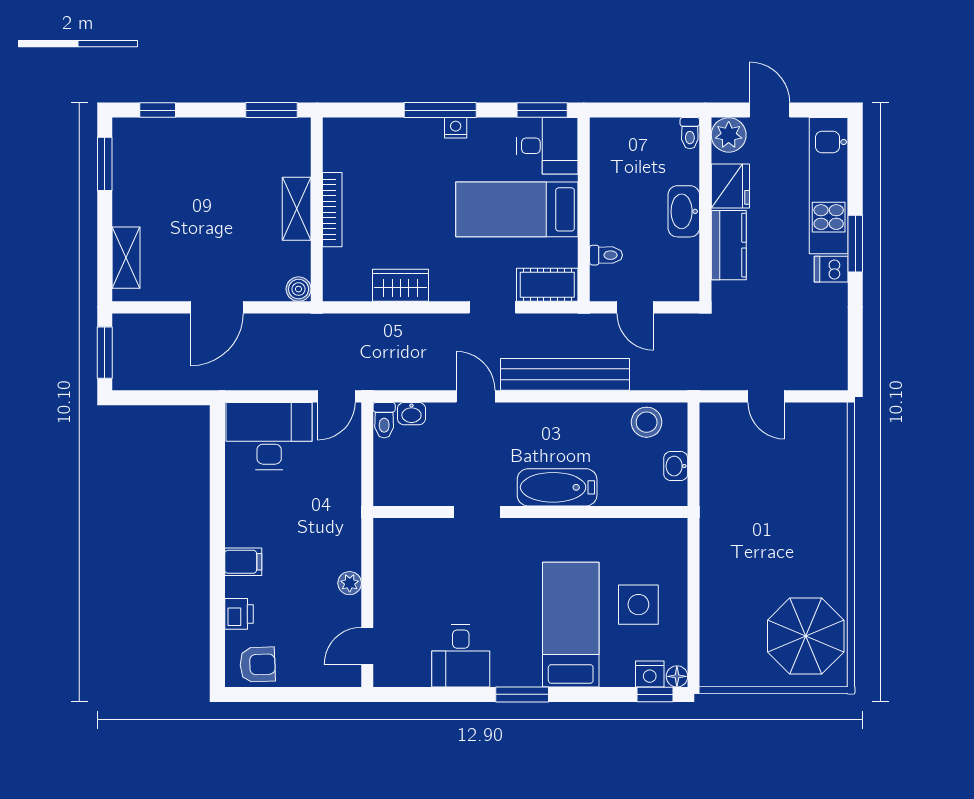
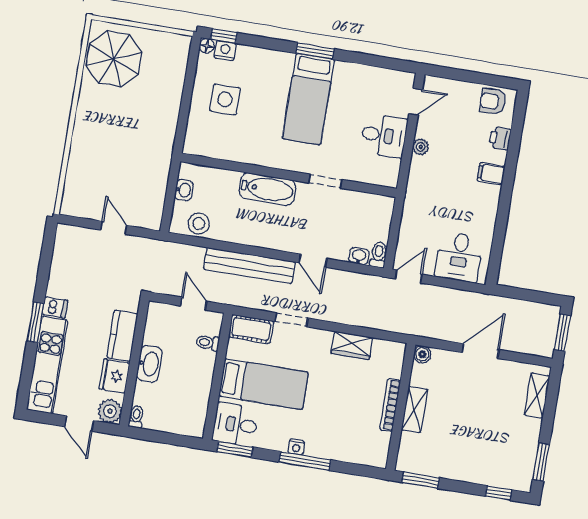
desk: (269, 436) -> (459, 257), width x0.73
bed: (571, 625) -> (308, 99), moved
desk: (461, 656) -> (384, 136), moved, turned 90

